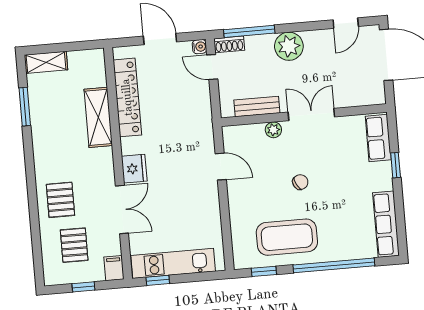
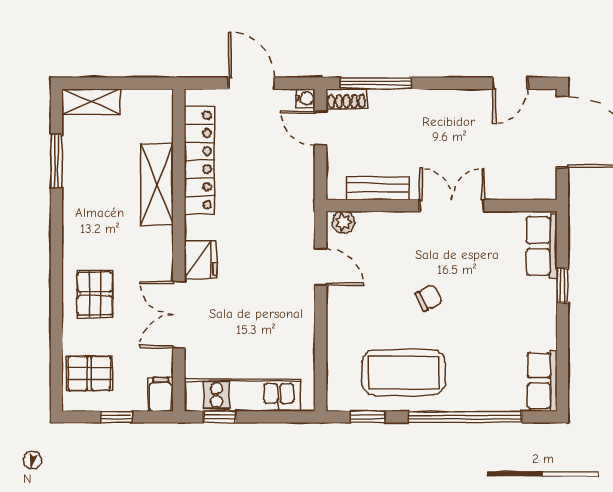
plant: (289, 46) -> (429, 108), removed
plant: (273, 130) -> (343, 222), moved
double door: (122, 210) -> (179, 315), swing flipped
row of seats: (386, 224) -> (542, 381), width x0.68
pallet: (74, 245) -> (89, 373), moved, turned 90

